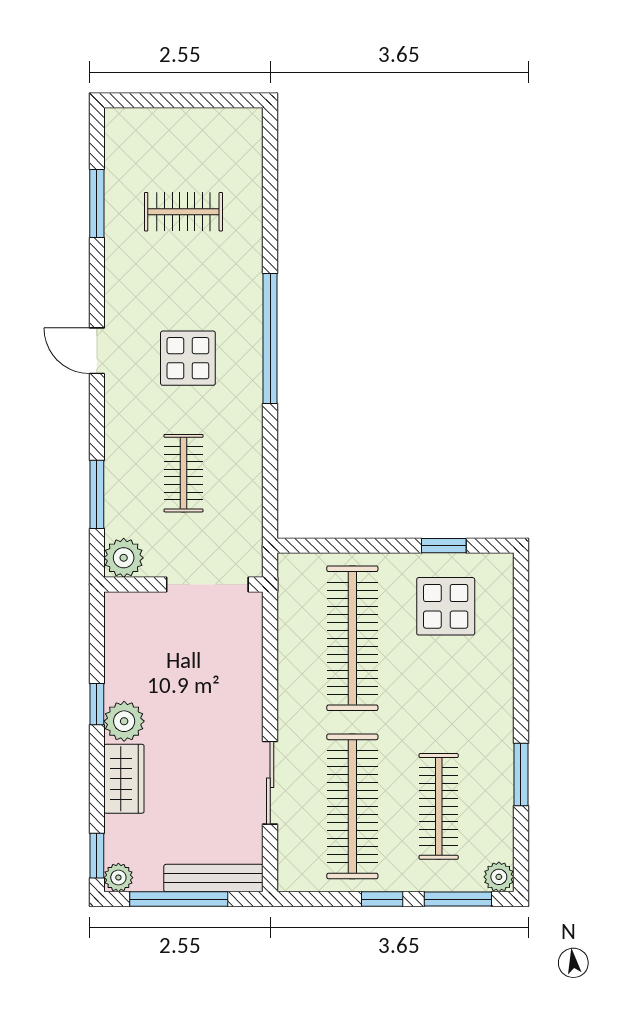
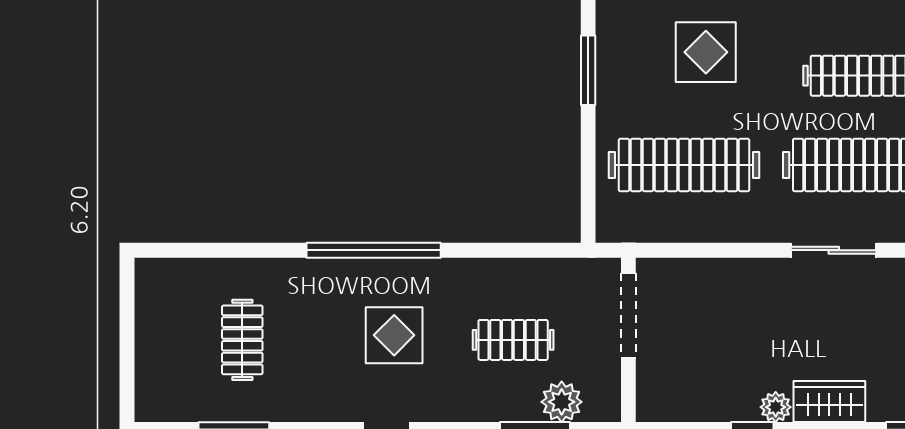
window: (444, 546) -> (588, 70), width x1.50
plant: (124, 558) -> (562, 402), moved
display table: (446, 606) -> (706, 52), moved
plant: (124, 721) -> (776, 407), width x0.73, depth x0.73

